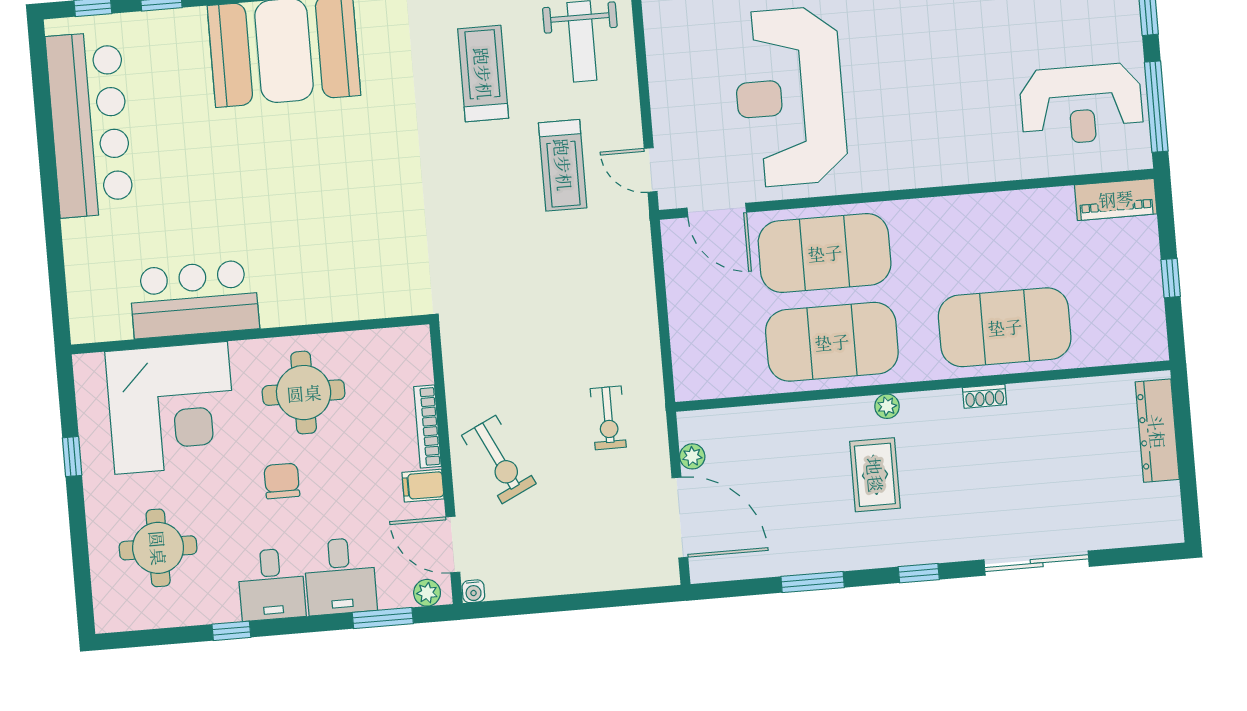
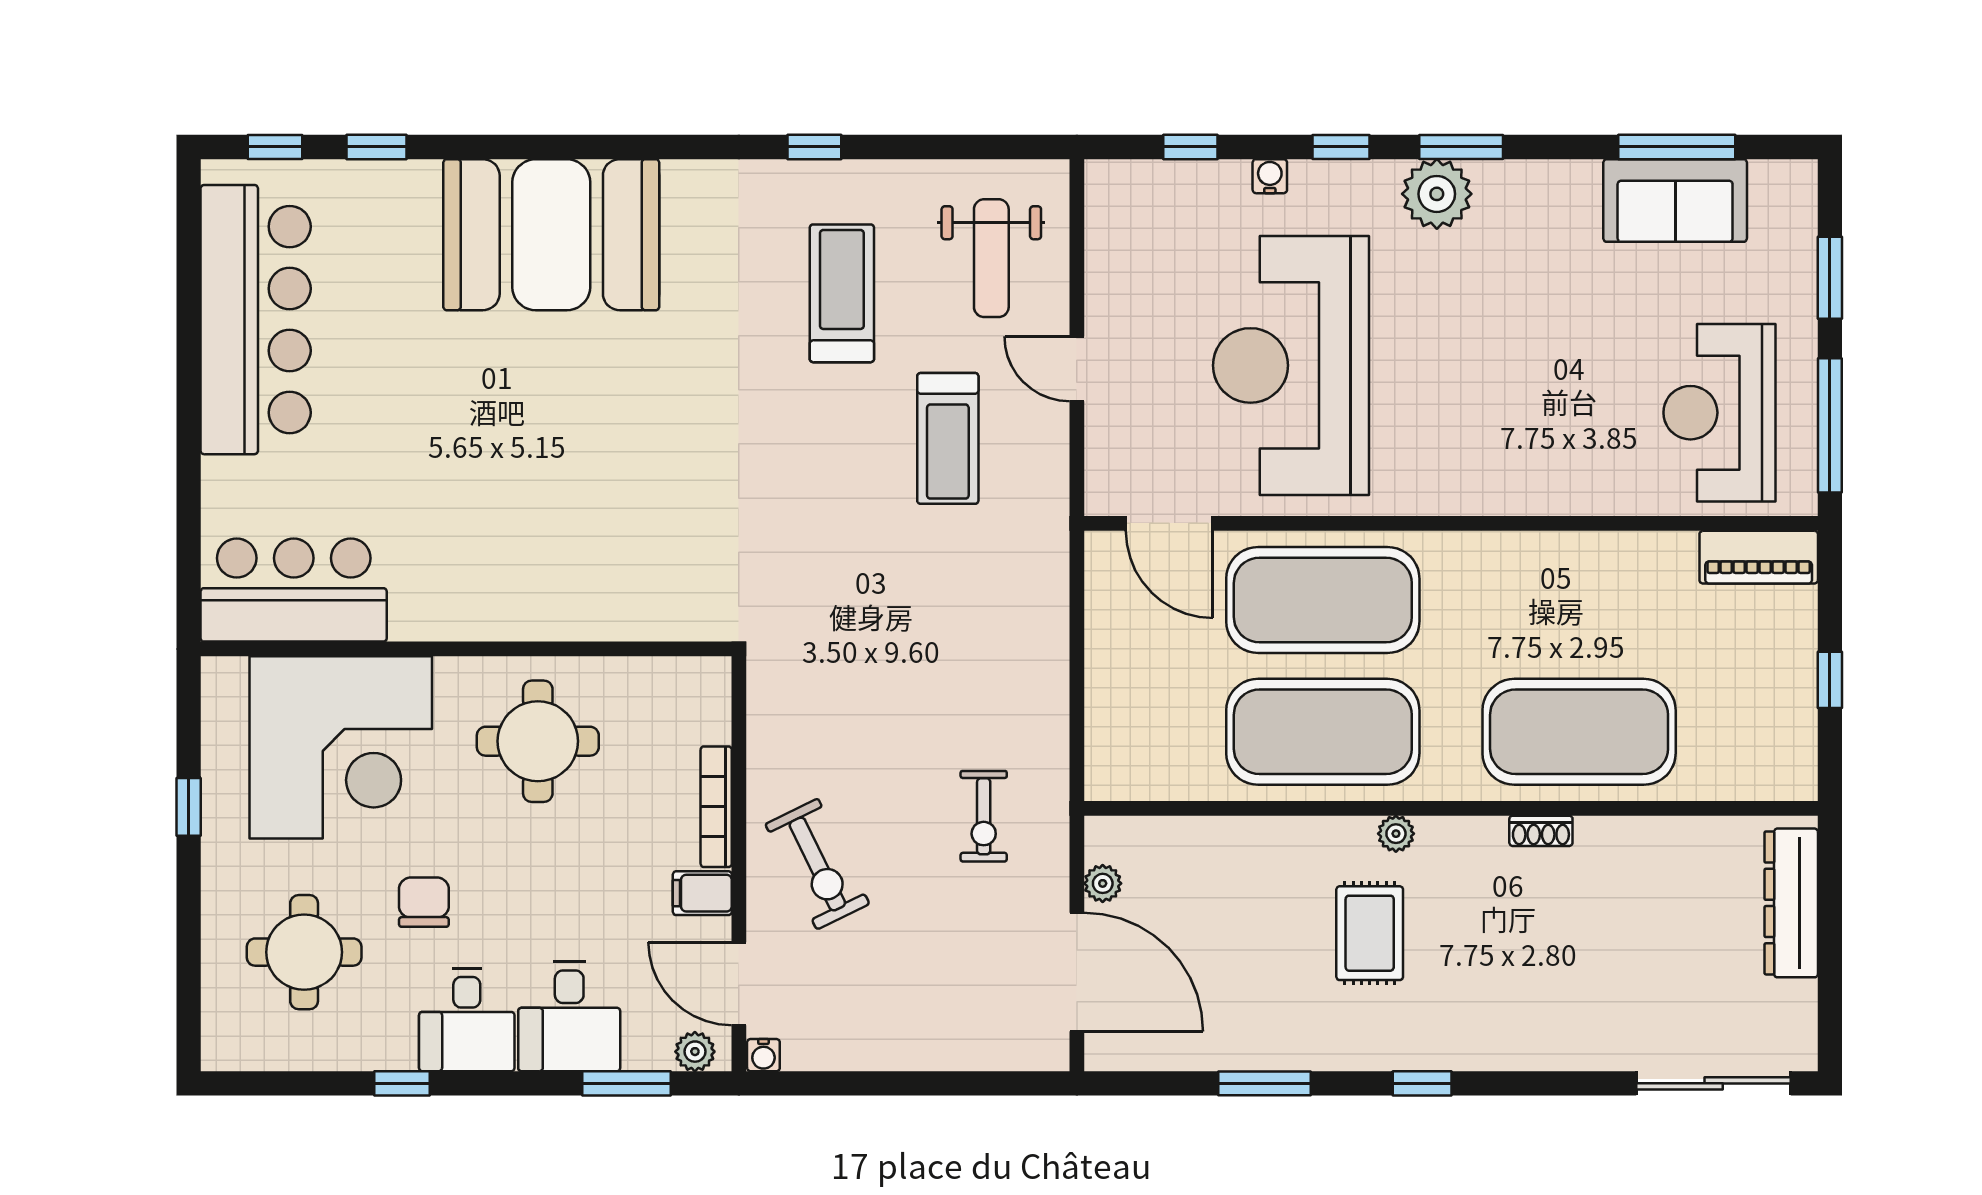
reception desk: (1081, 104) -> (1720, 413), turned 90
door: (651, 170) -> (1077, 369), moved
bar counter: (194, 299) -> (294, 590), moved
chair: (282, 481) -> (424, 902), moved
sliding door: (1037, 563) -> (1714, 1083), moved

